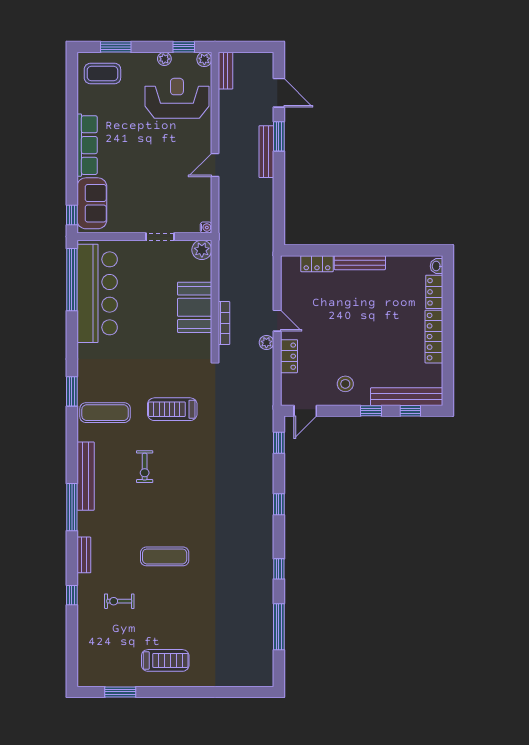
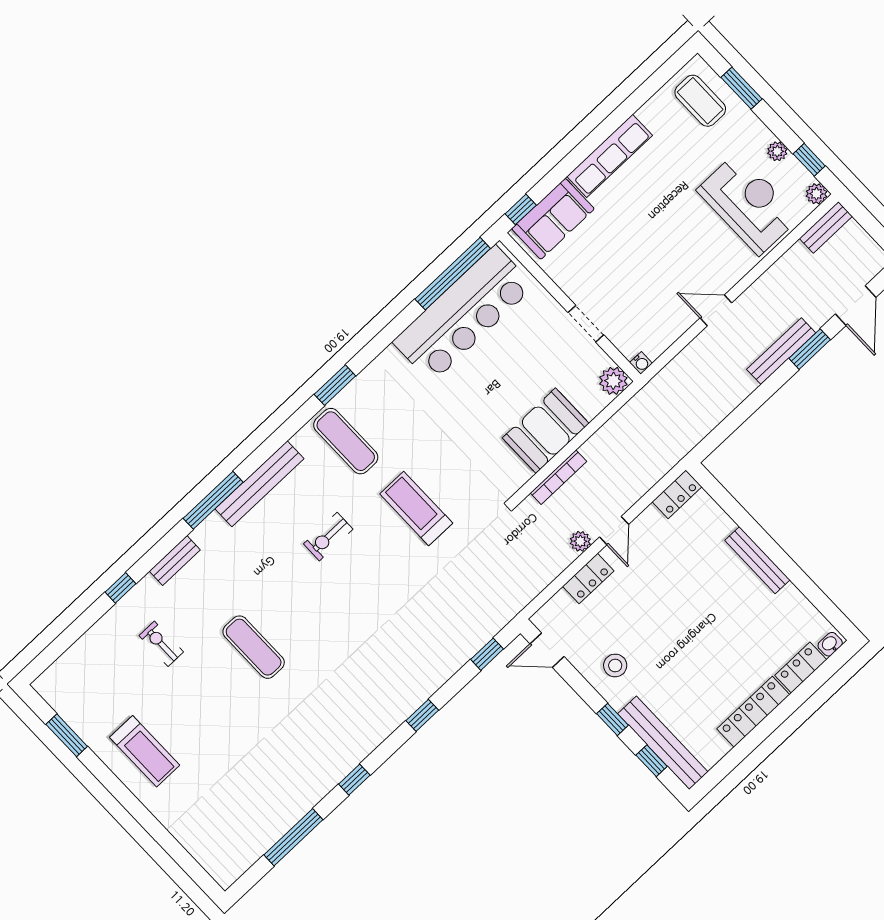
locker: (317, 264) -> (677, 494), moved, turned -90

